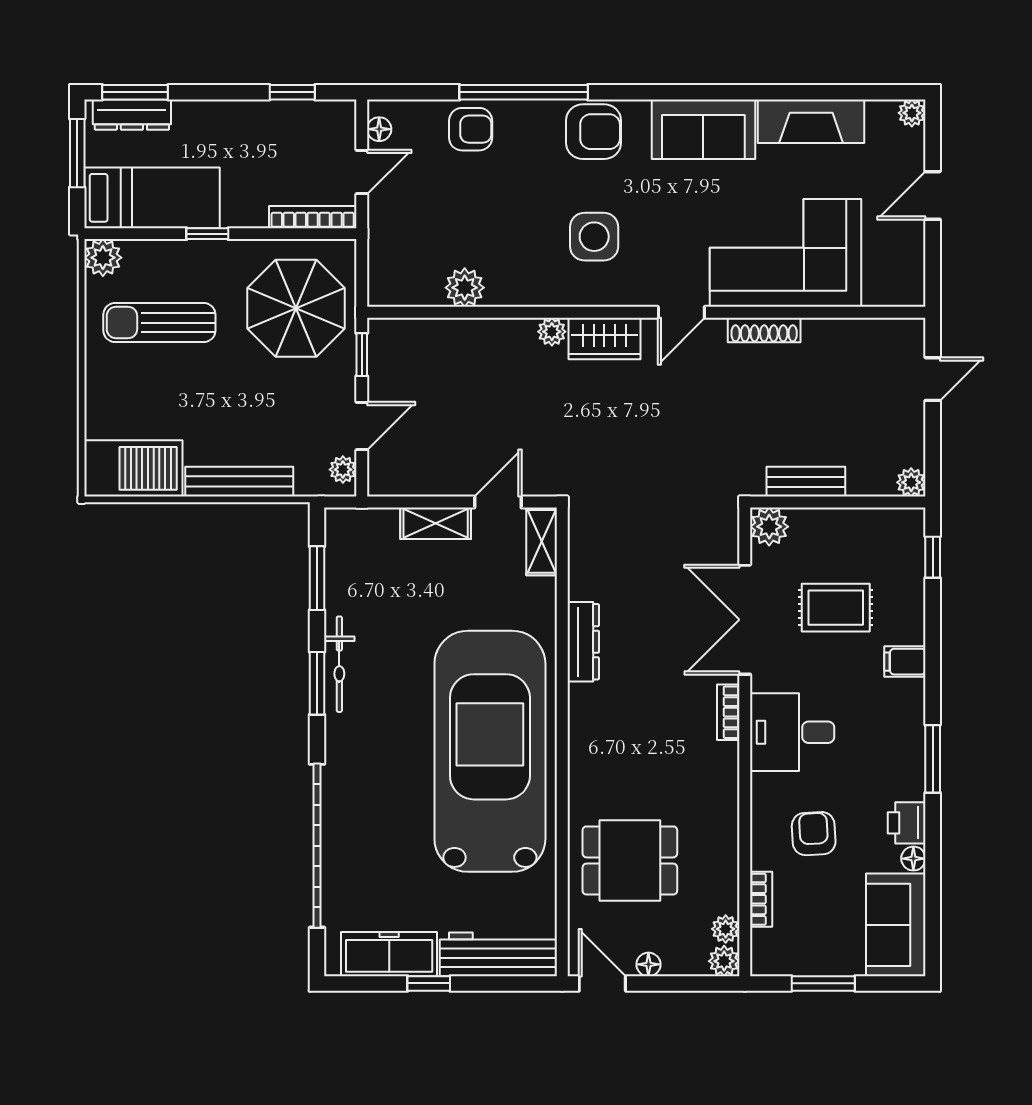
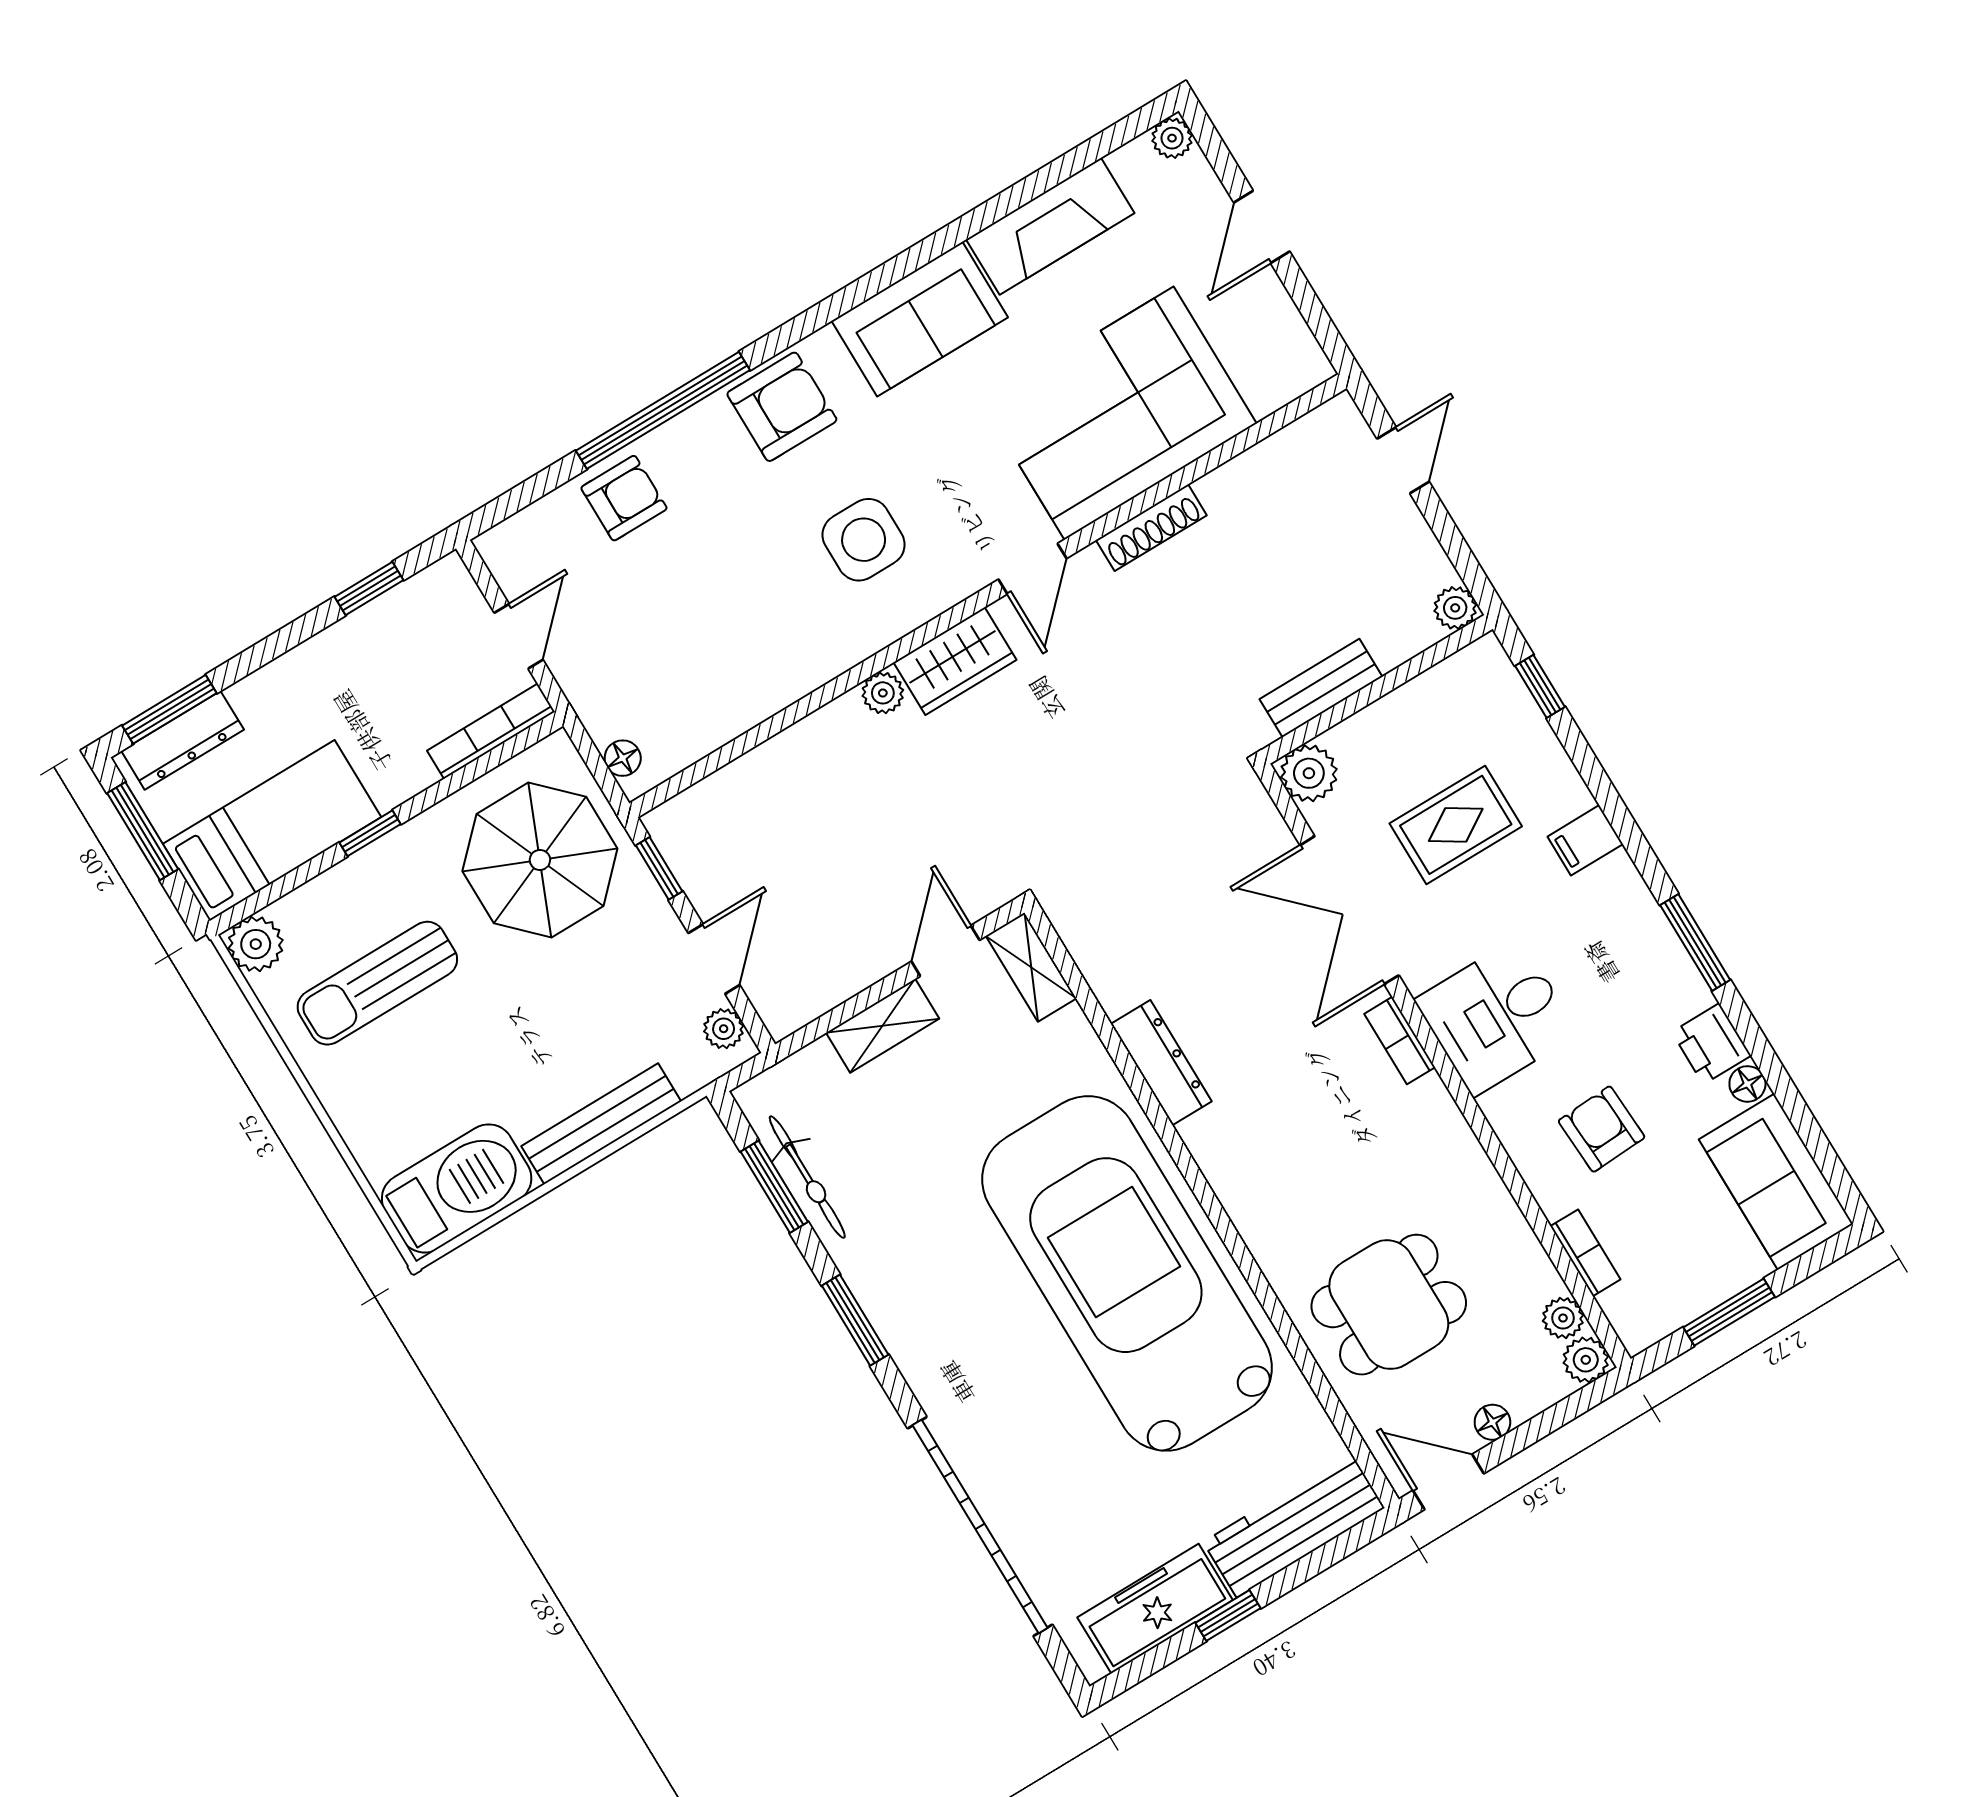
floor lamp: (379, 129) -> (623, 758), moved
plant: (465, 288) -> (738, 704), removed
bicycle: (339, 664) -> (807, 1177), moved

